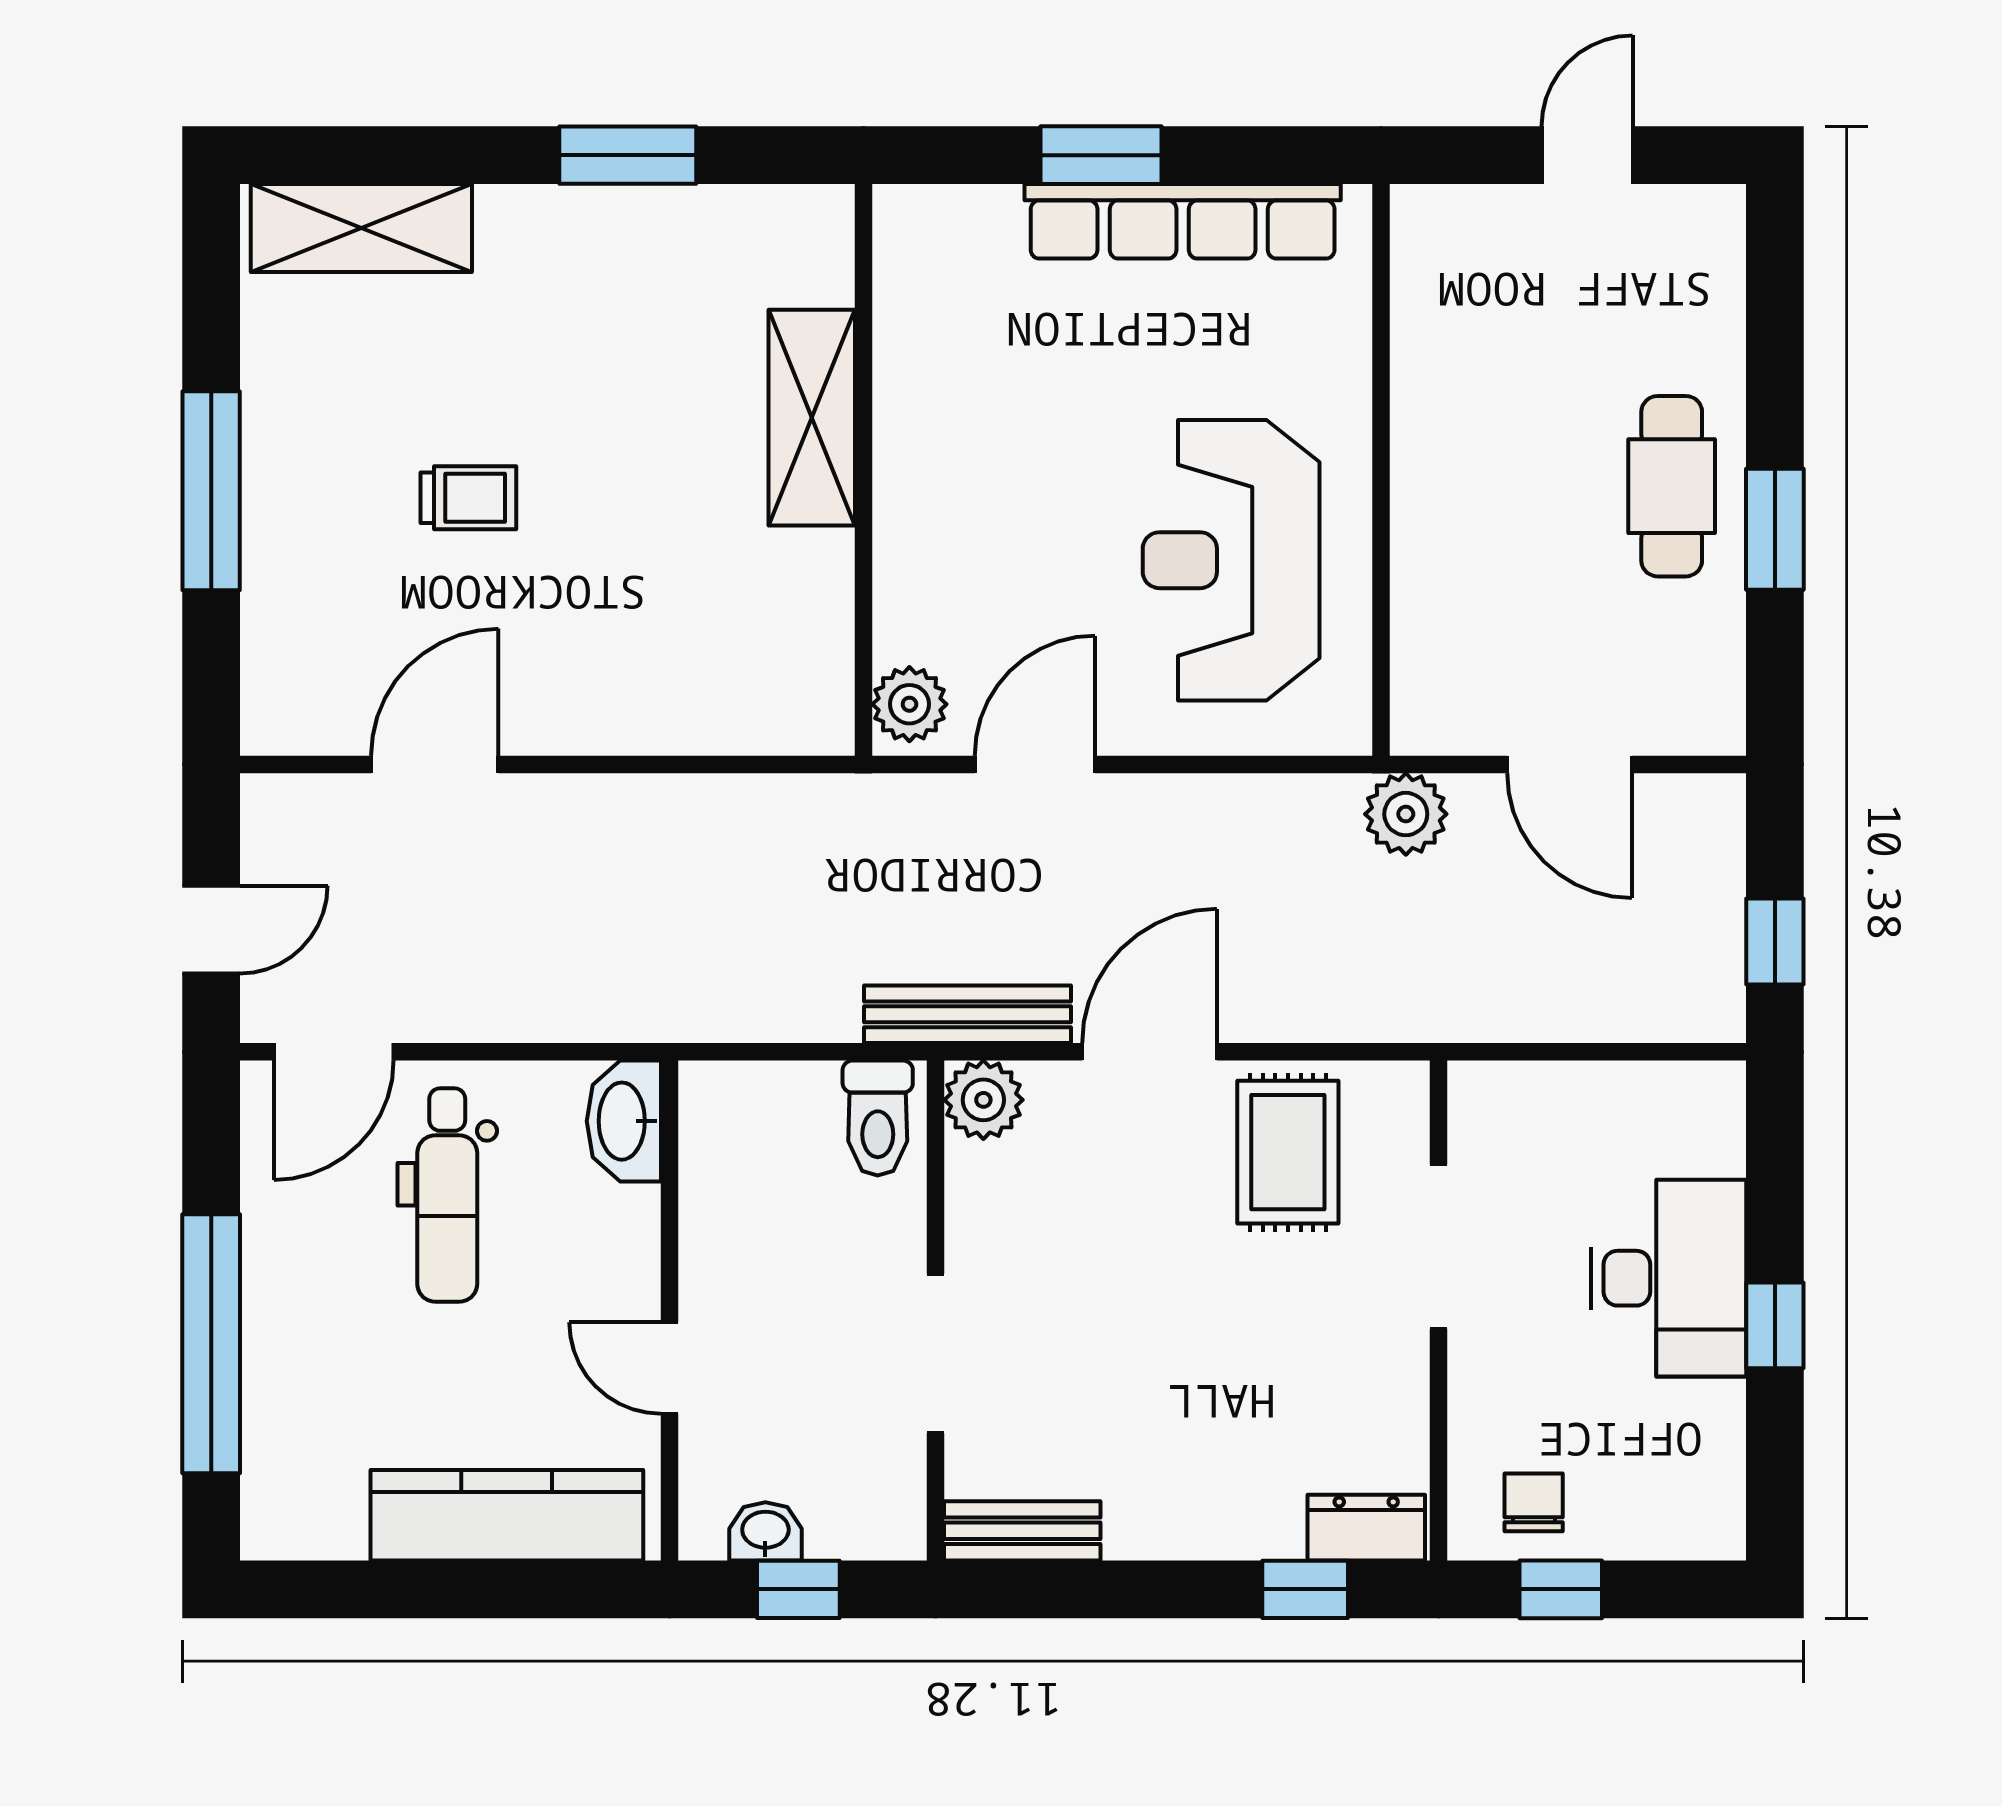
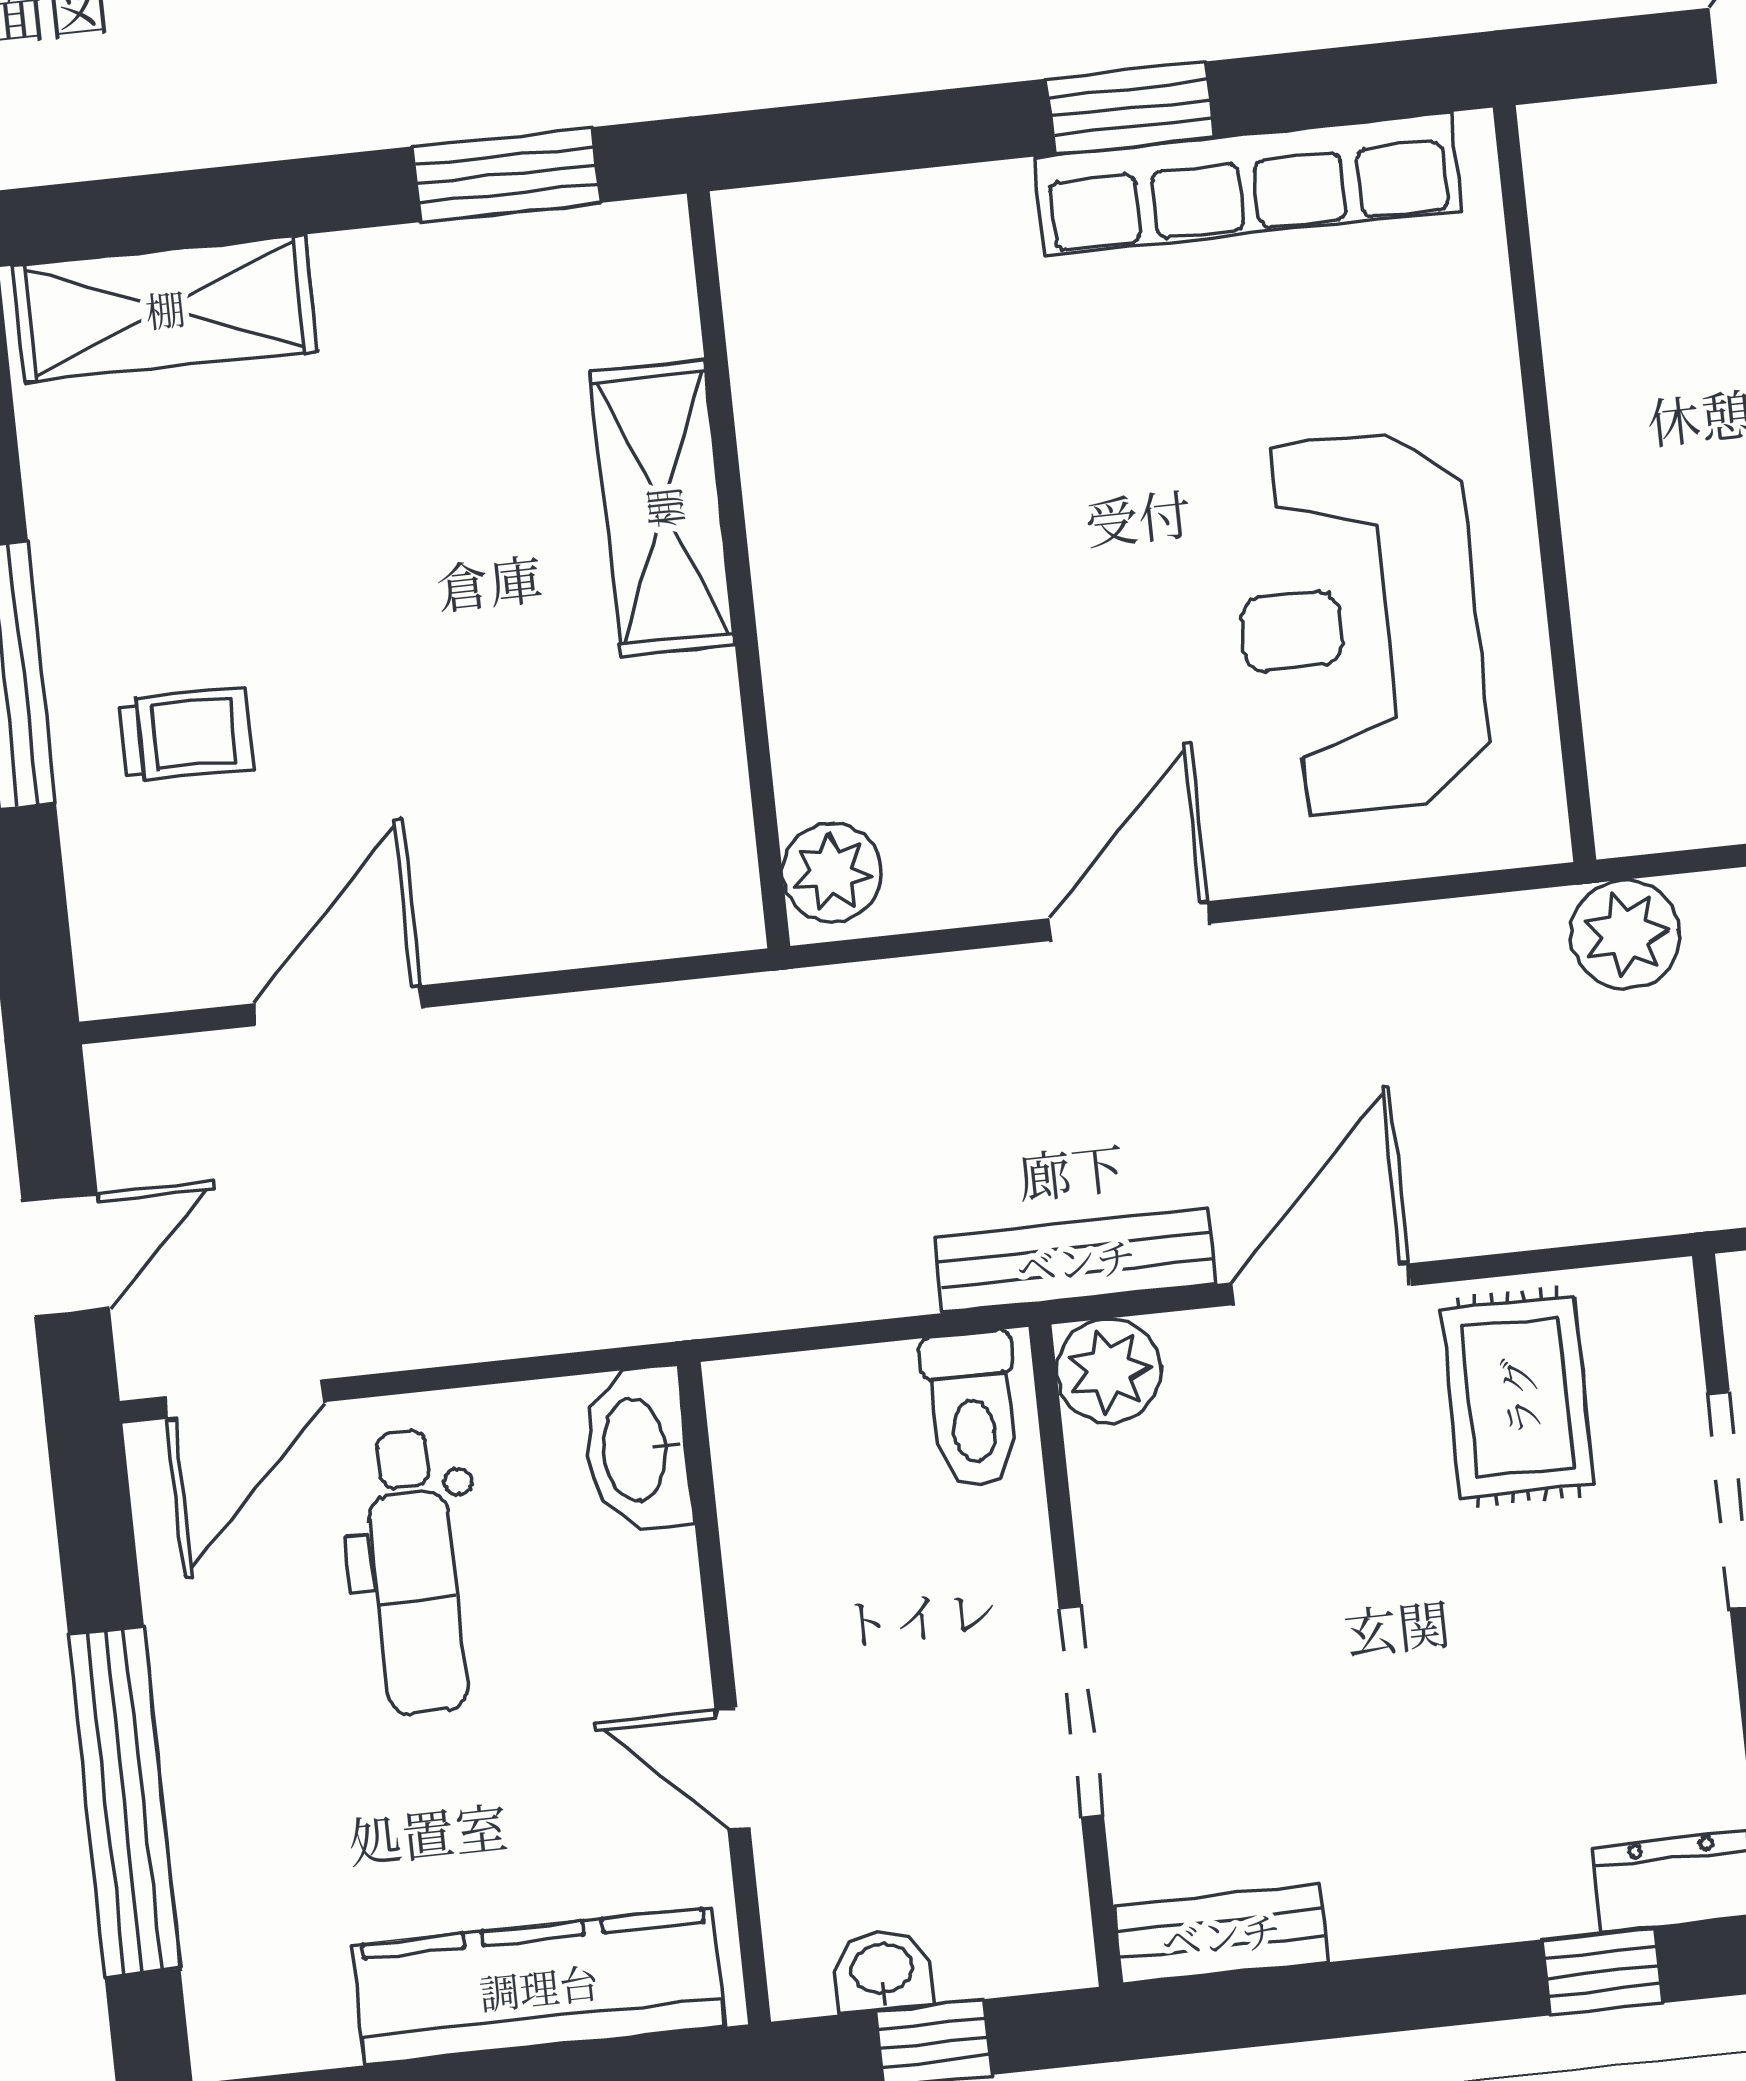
shelving: (812, 418) -> (663, 508), moved
wall: (864, 470) -> (739, 570), moved
trolley: (468, 498) -> (185, 734), moved
plant: (909, 704) -> (832, 873), moved

